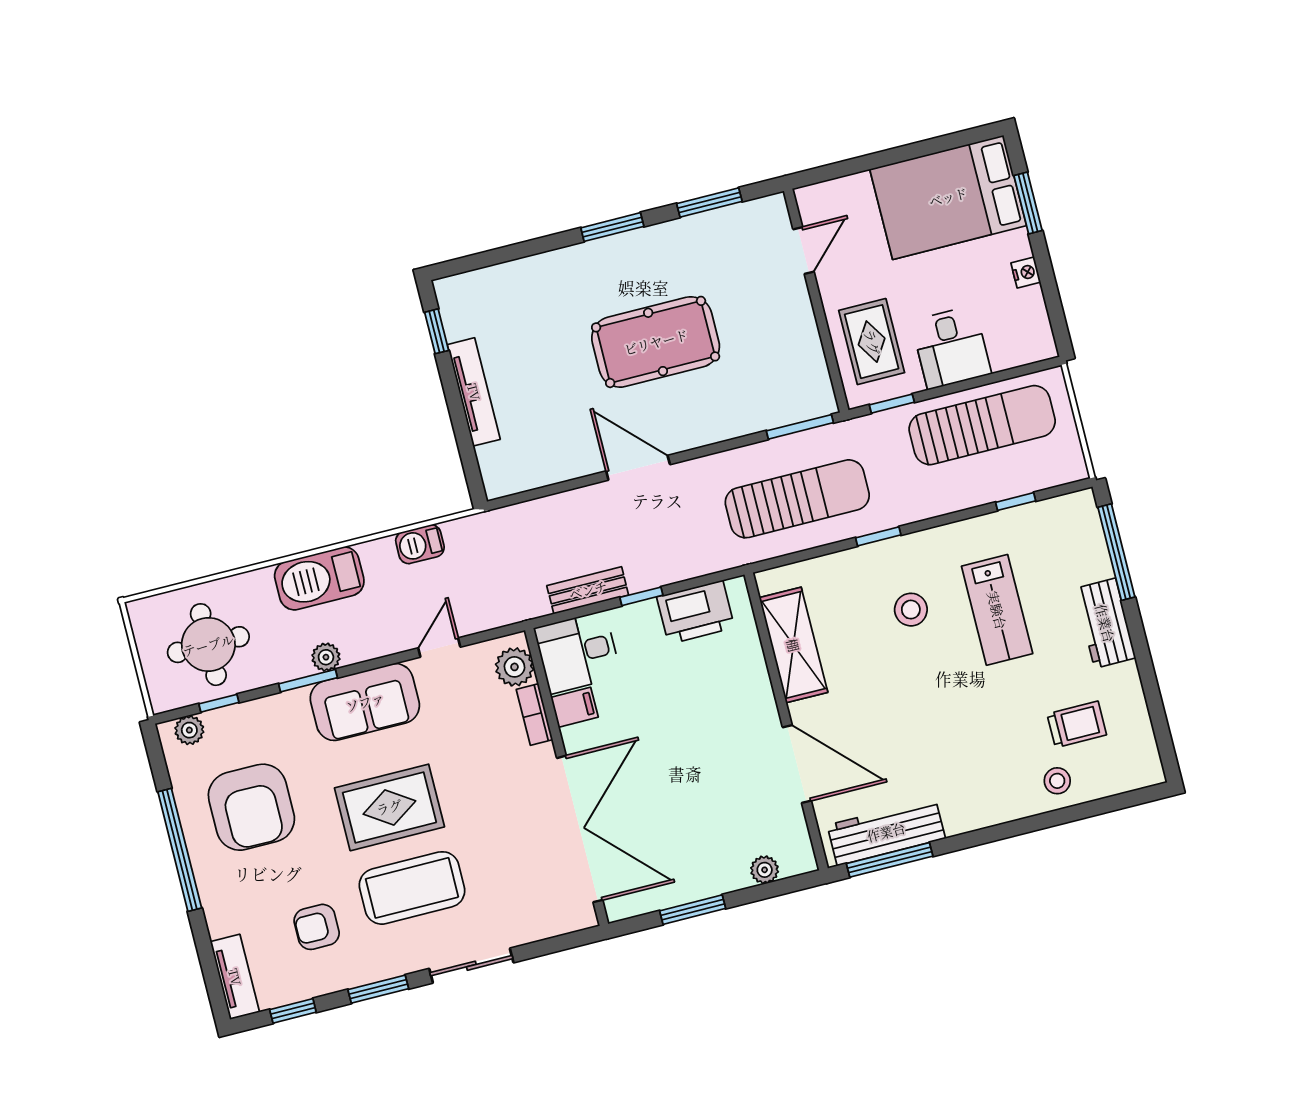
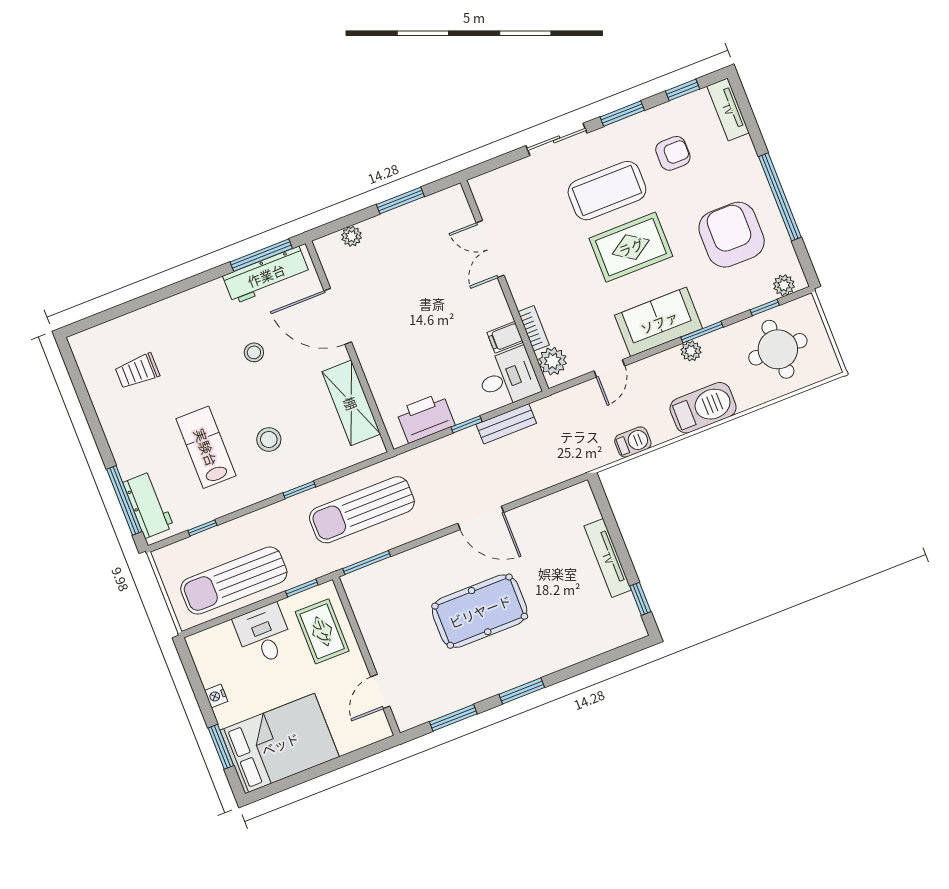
workbench: (1105, 623) -> (148, 505), moved
stool: (1057, 781) -> (254, 352), moved
double door: (580, 829) -> (490, 249), width x0.54

